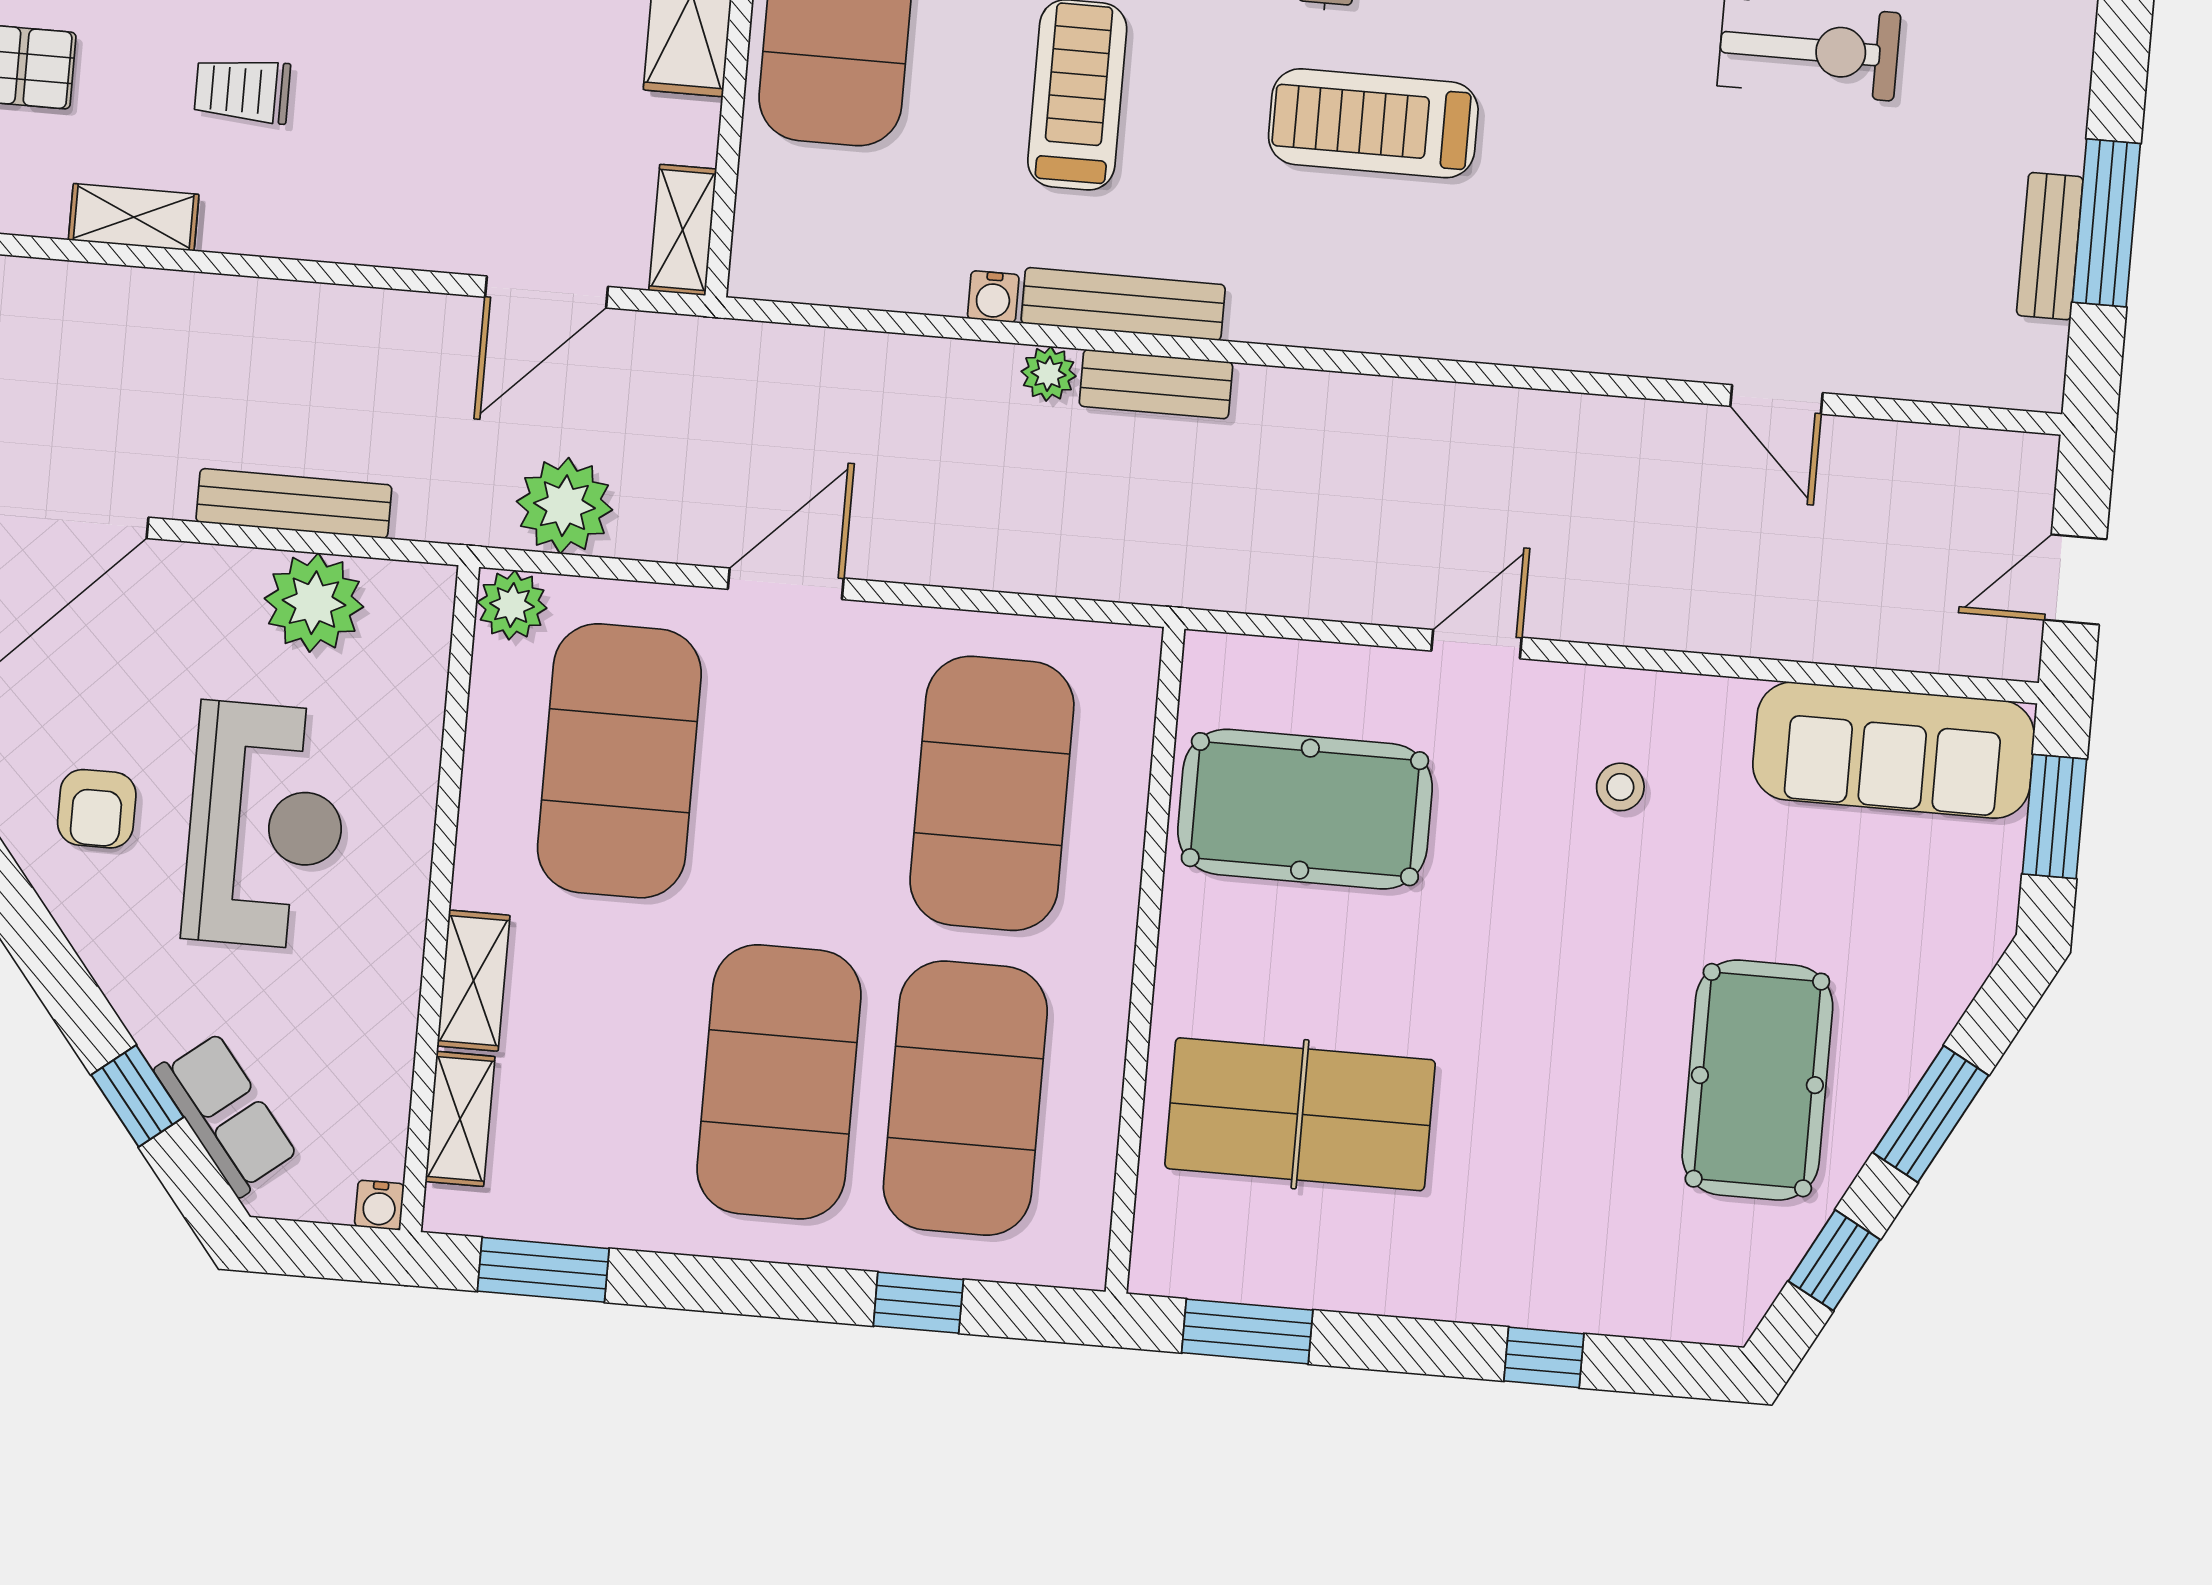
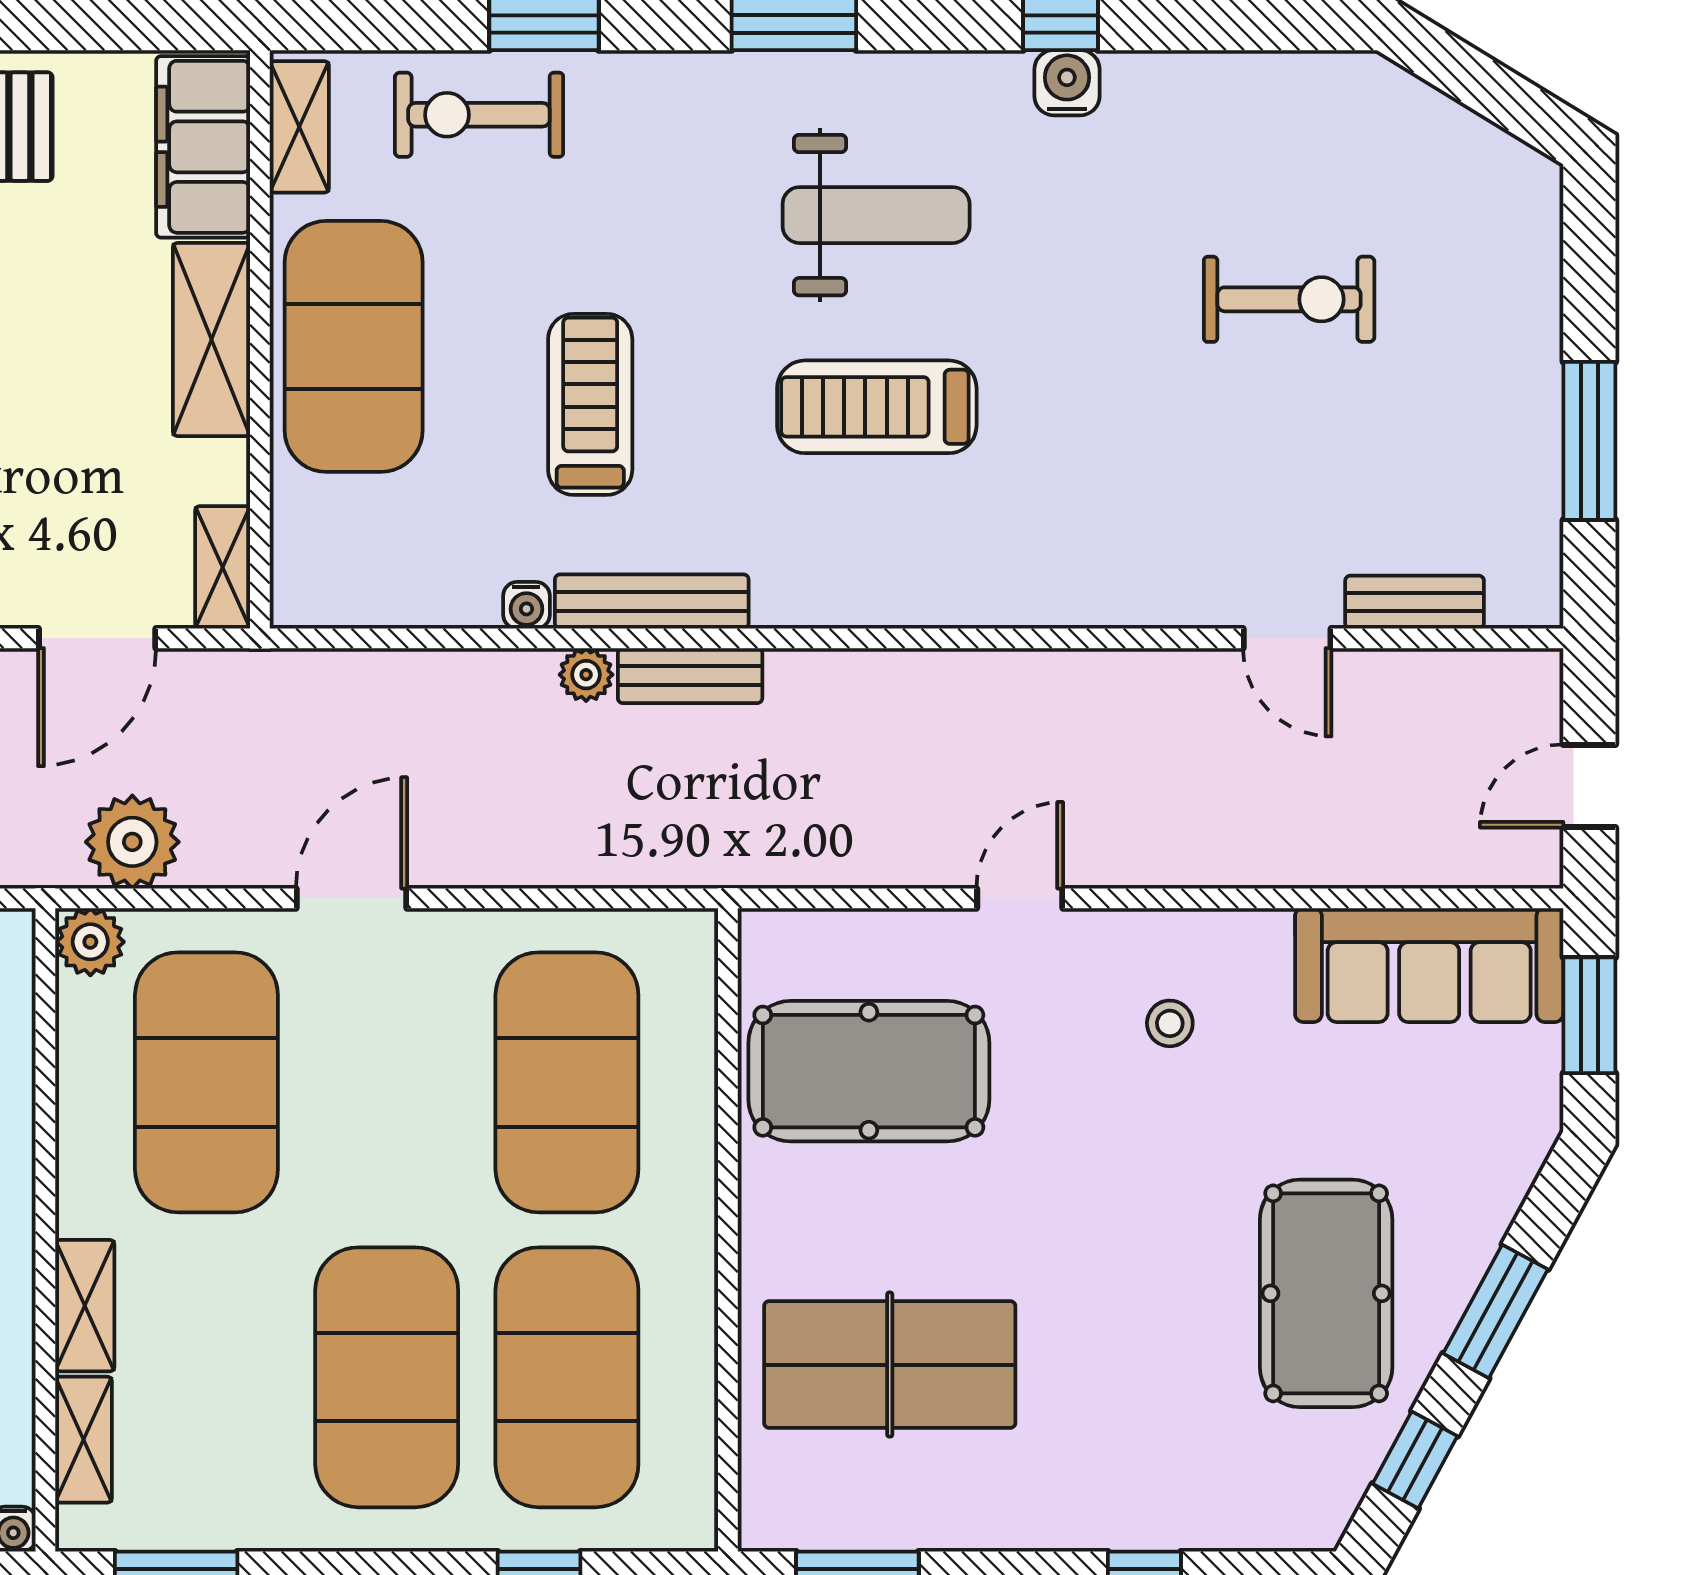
bench: (2050, 246) -> (1415, 602), moved, turned 90

